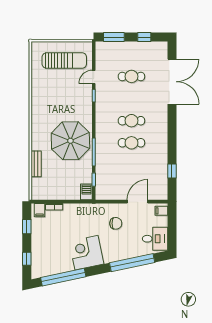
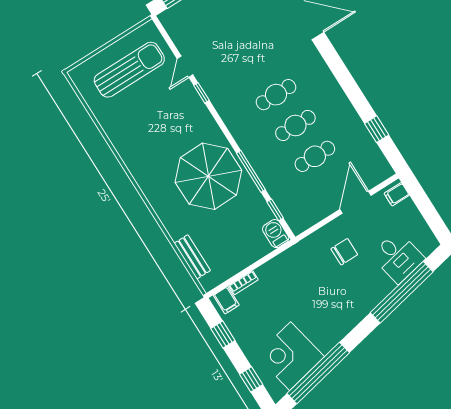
cafe table: (131, 76) -> (315, 156), moved
bench: (36, 164) -> (192, 257), moved
desk: (155, 239) -> (398, 257), moved, turned 78
corner desk: (86, 253) -> (290, 356), moved

